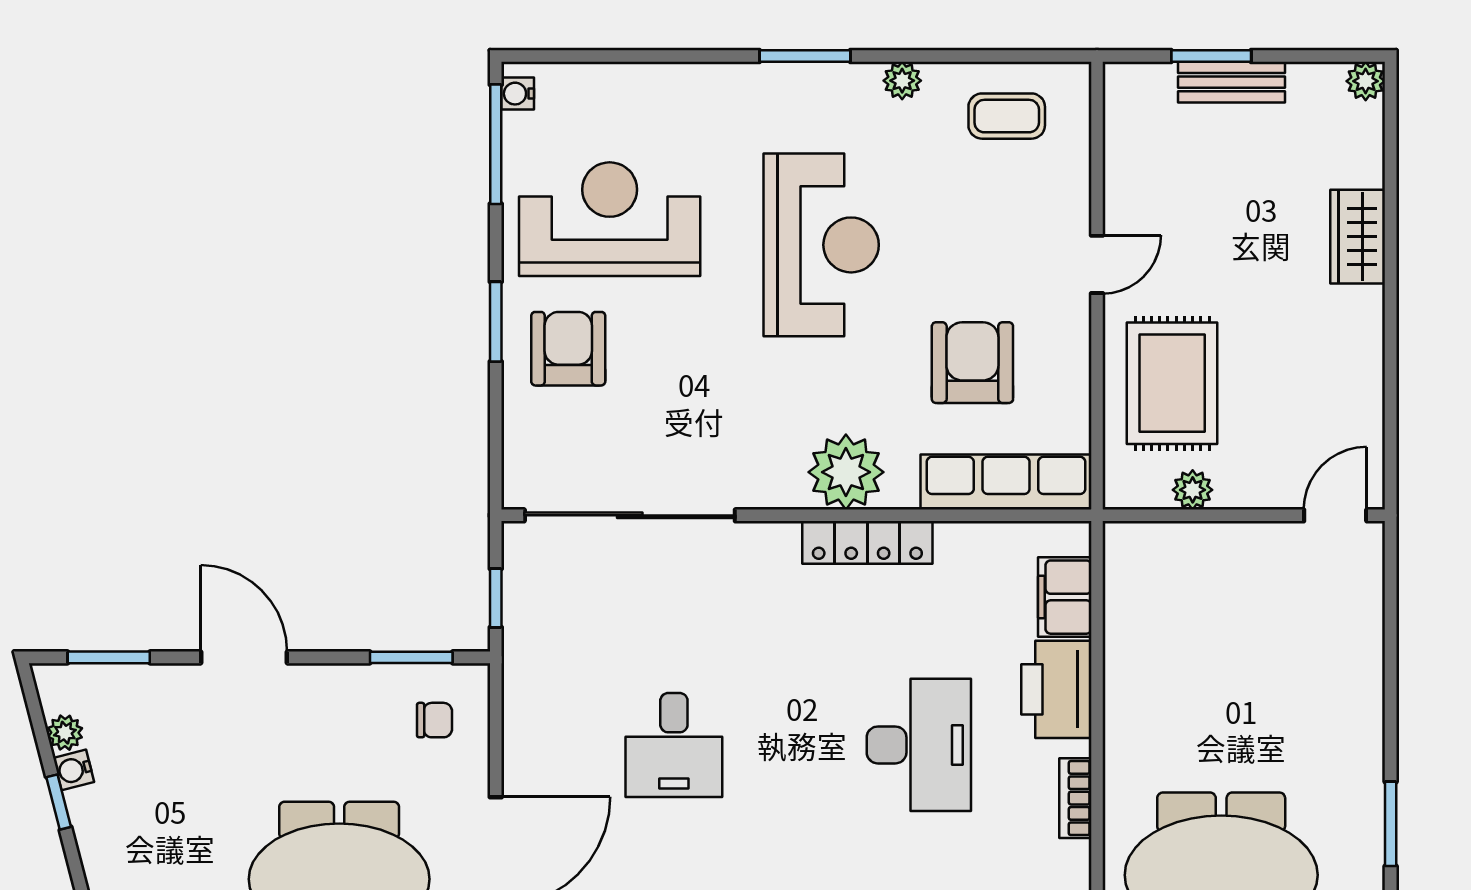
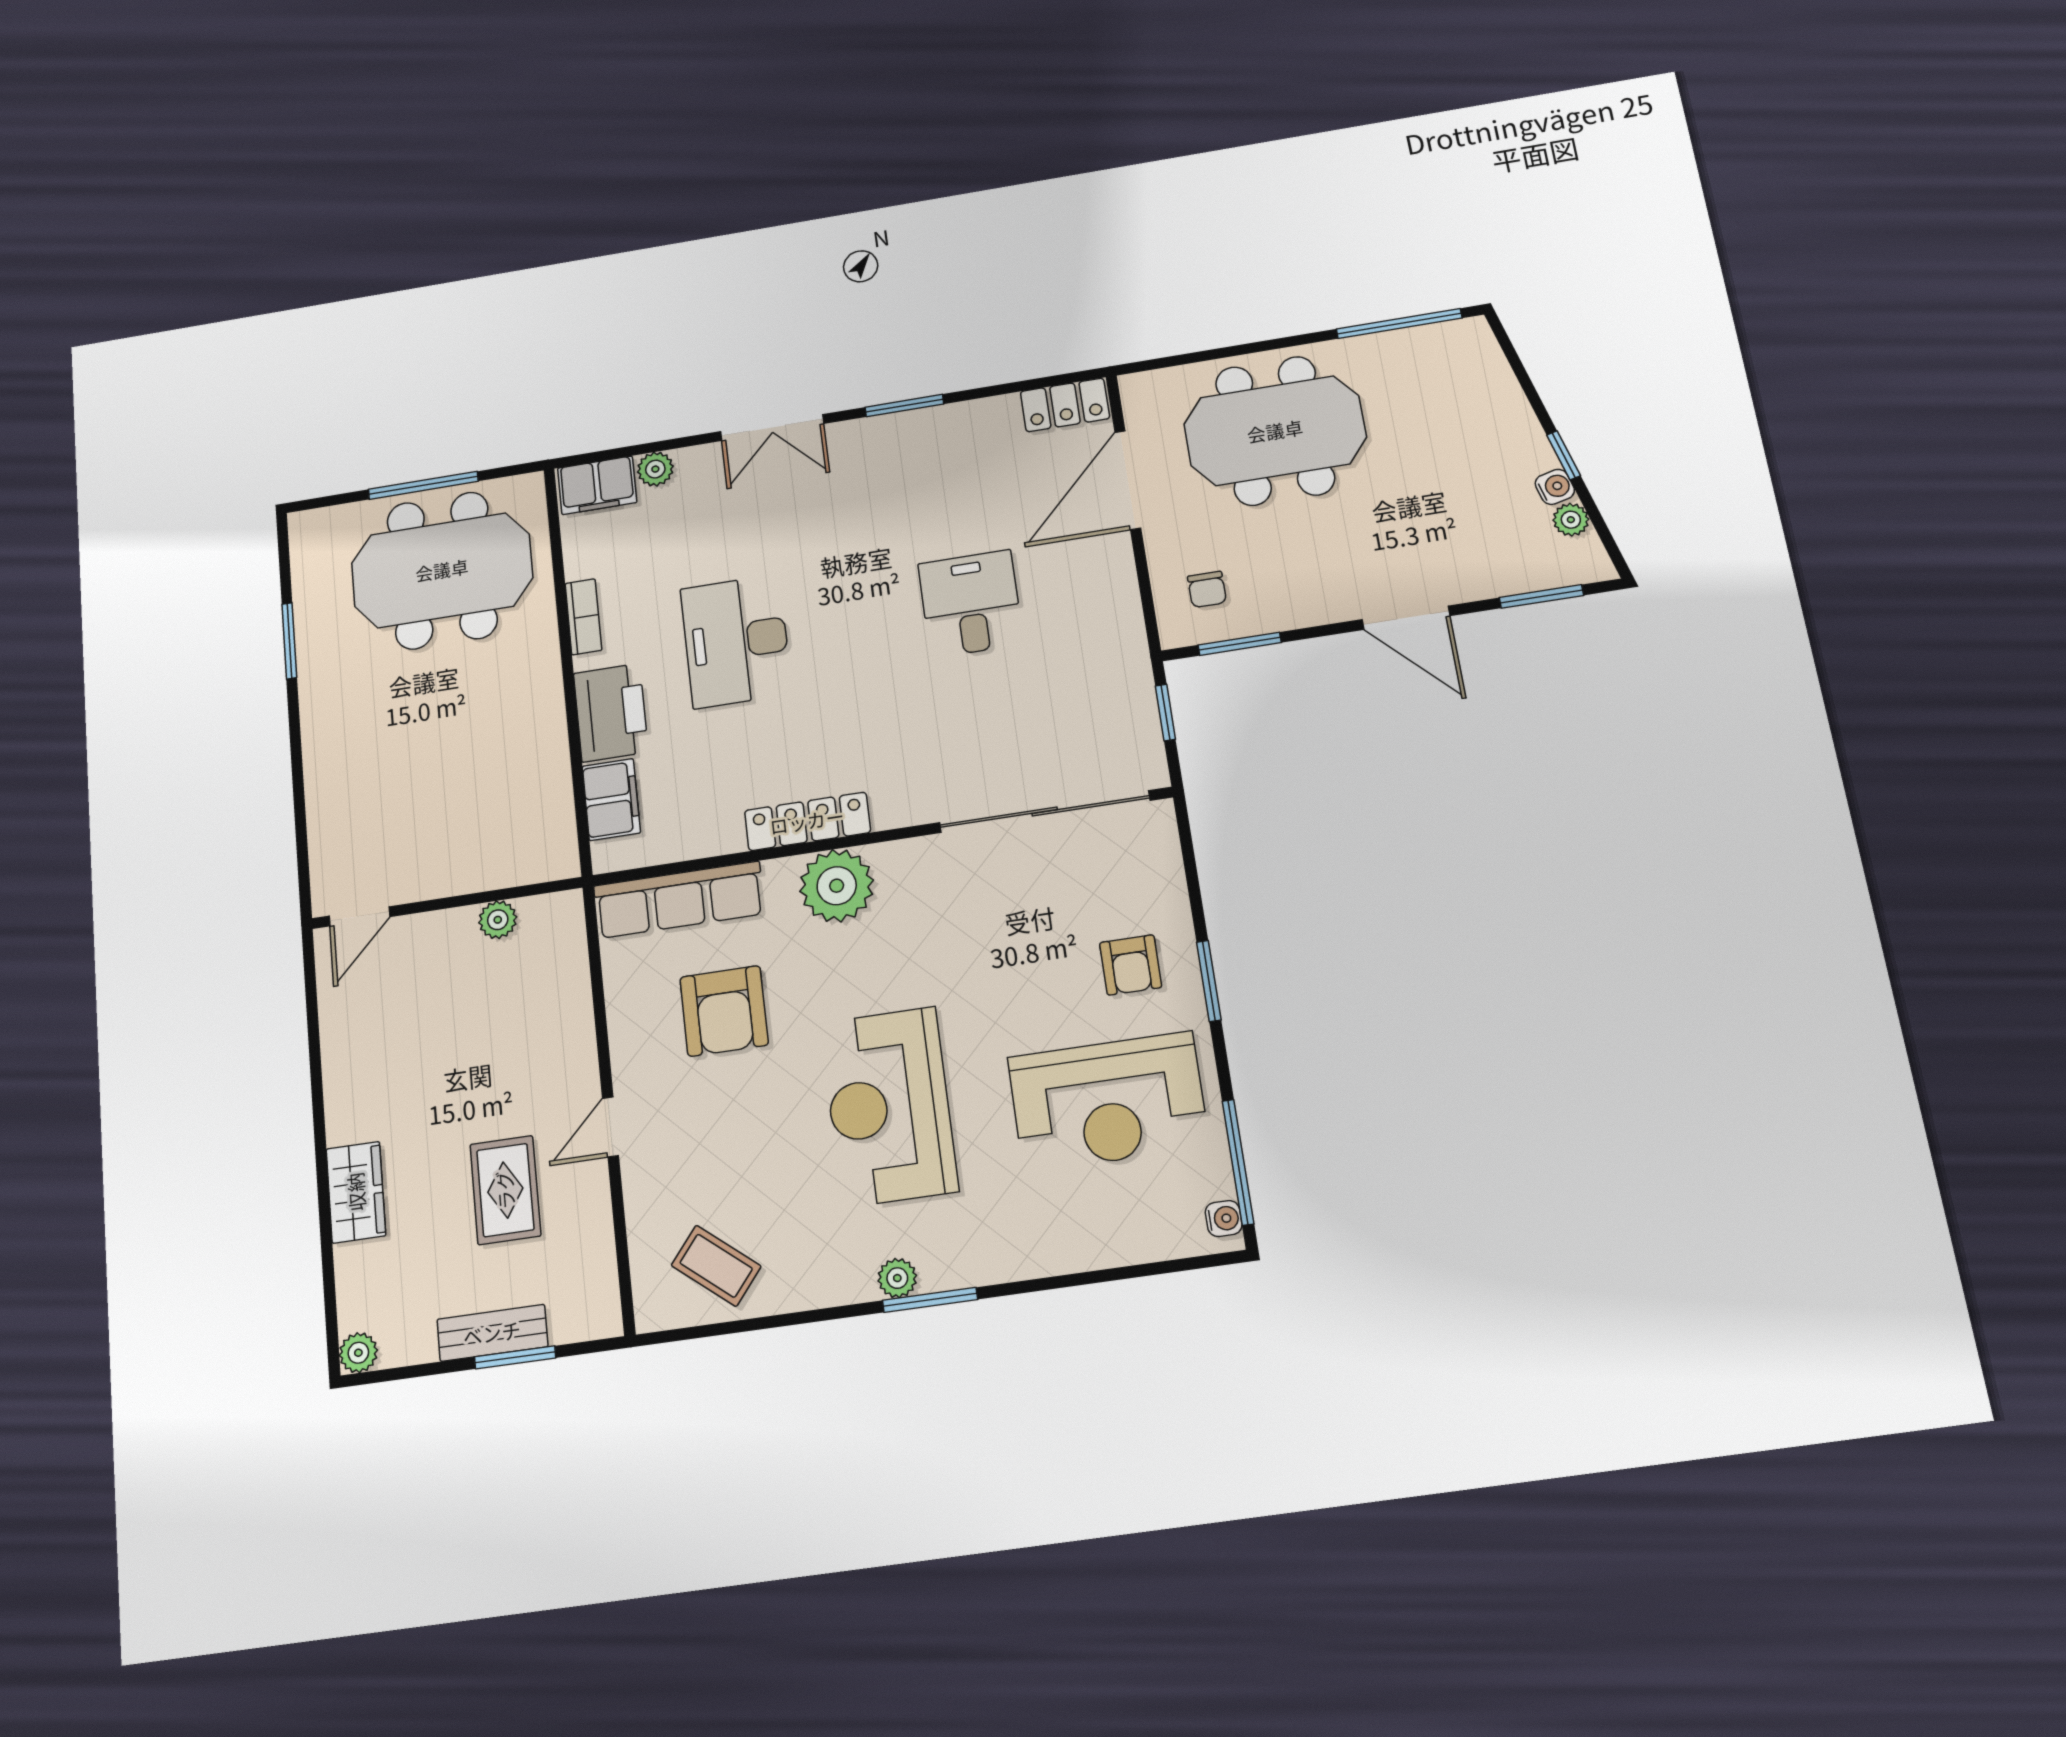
plant: (902, 81) -> (897, 1278), moved
coffee table: (1007, 116) -> (716, 1266), turned 39
armchair: (568, 349) -> (1131, 965), width x0.72, depth x0.72
rug: (1172, 383) -> (505, 1190), moved, width x0.73, depth x0.70
chair: (435, 720) -> (1207, 589), turned -90

